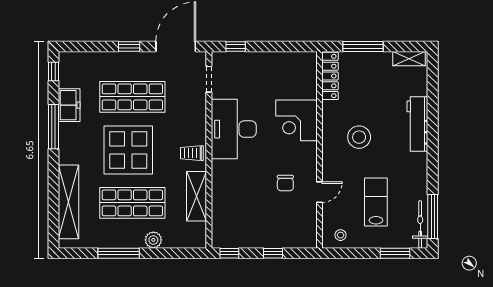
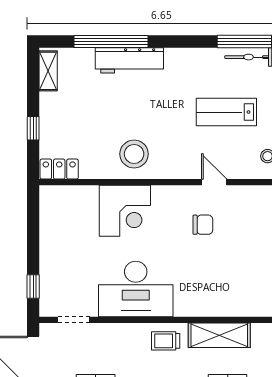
window: (363, 47) -> (33, 128), width x0.46
locker: (330, 76) -> (59, 169), width x0.66
window: (433, 109) -> (111, 42), added
stool: (359, 137) -> (134, 154), moved
trolley: (192, 153) -> (166, 341), turned 90

